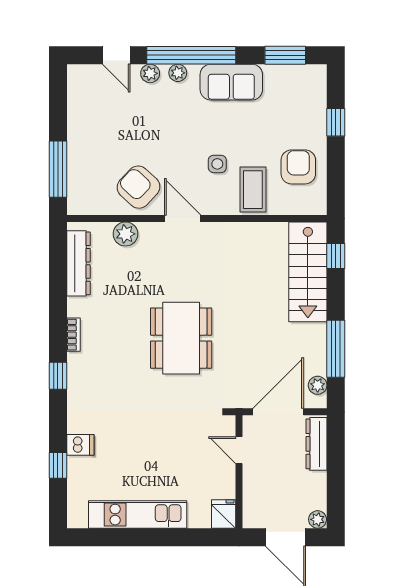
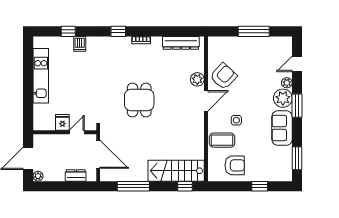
window: (191, 55) -> (297, 106), width x0.47
plant: (178, 73) -> (283, 98), width x1.87, depth x1.87
window: (58, 169) -> (254, 31), moved
plant: (125, 234) -> (197, 79), moved
dining table: (181, 338) -> (139, 100), width x0.73
plant: (318, 385) -> (113, 176), removed
dresser: (316, 444) -> (76, 175), width x0.70
fridge: (224, 514) -> (62, 122), moved, turned -90

